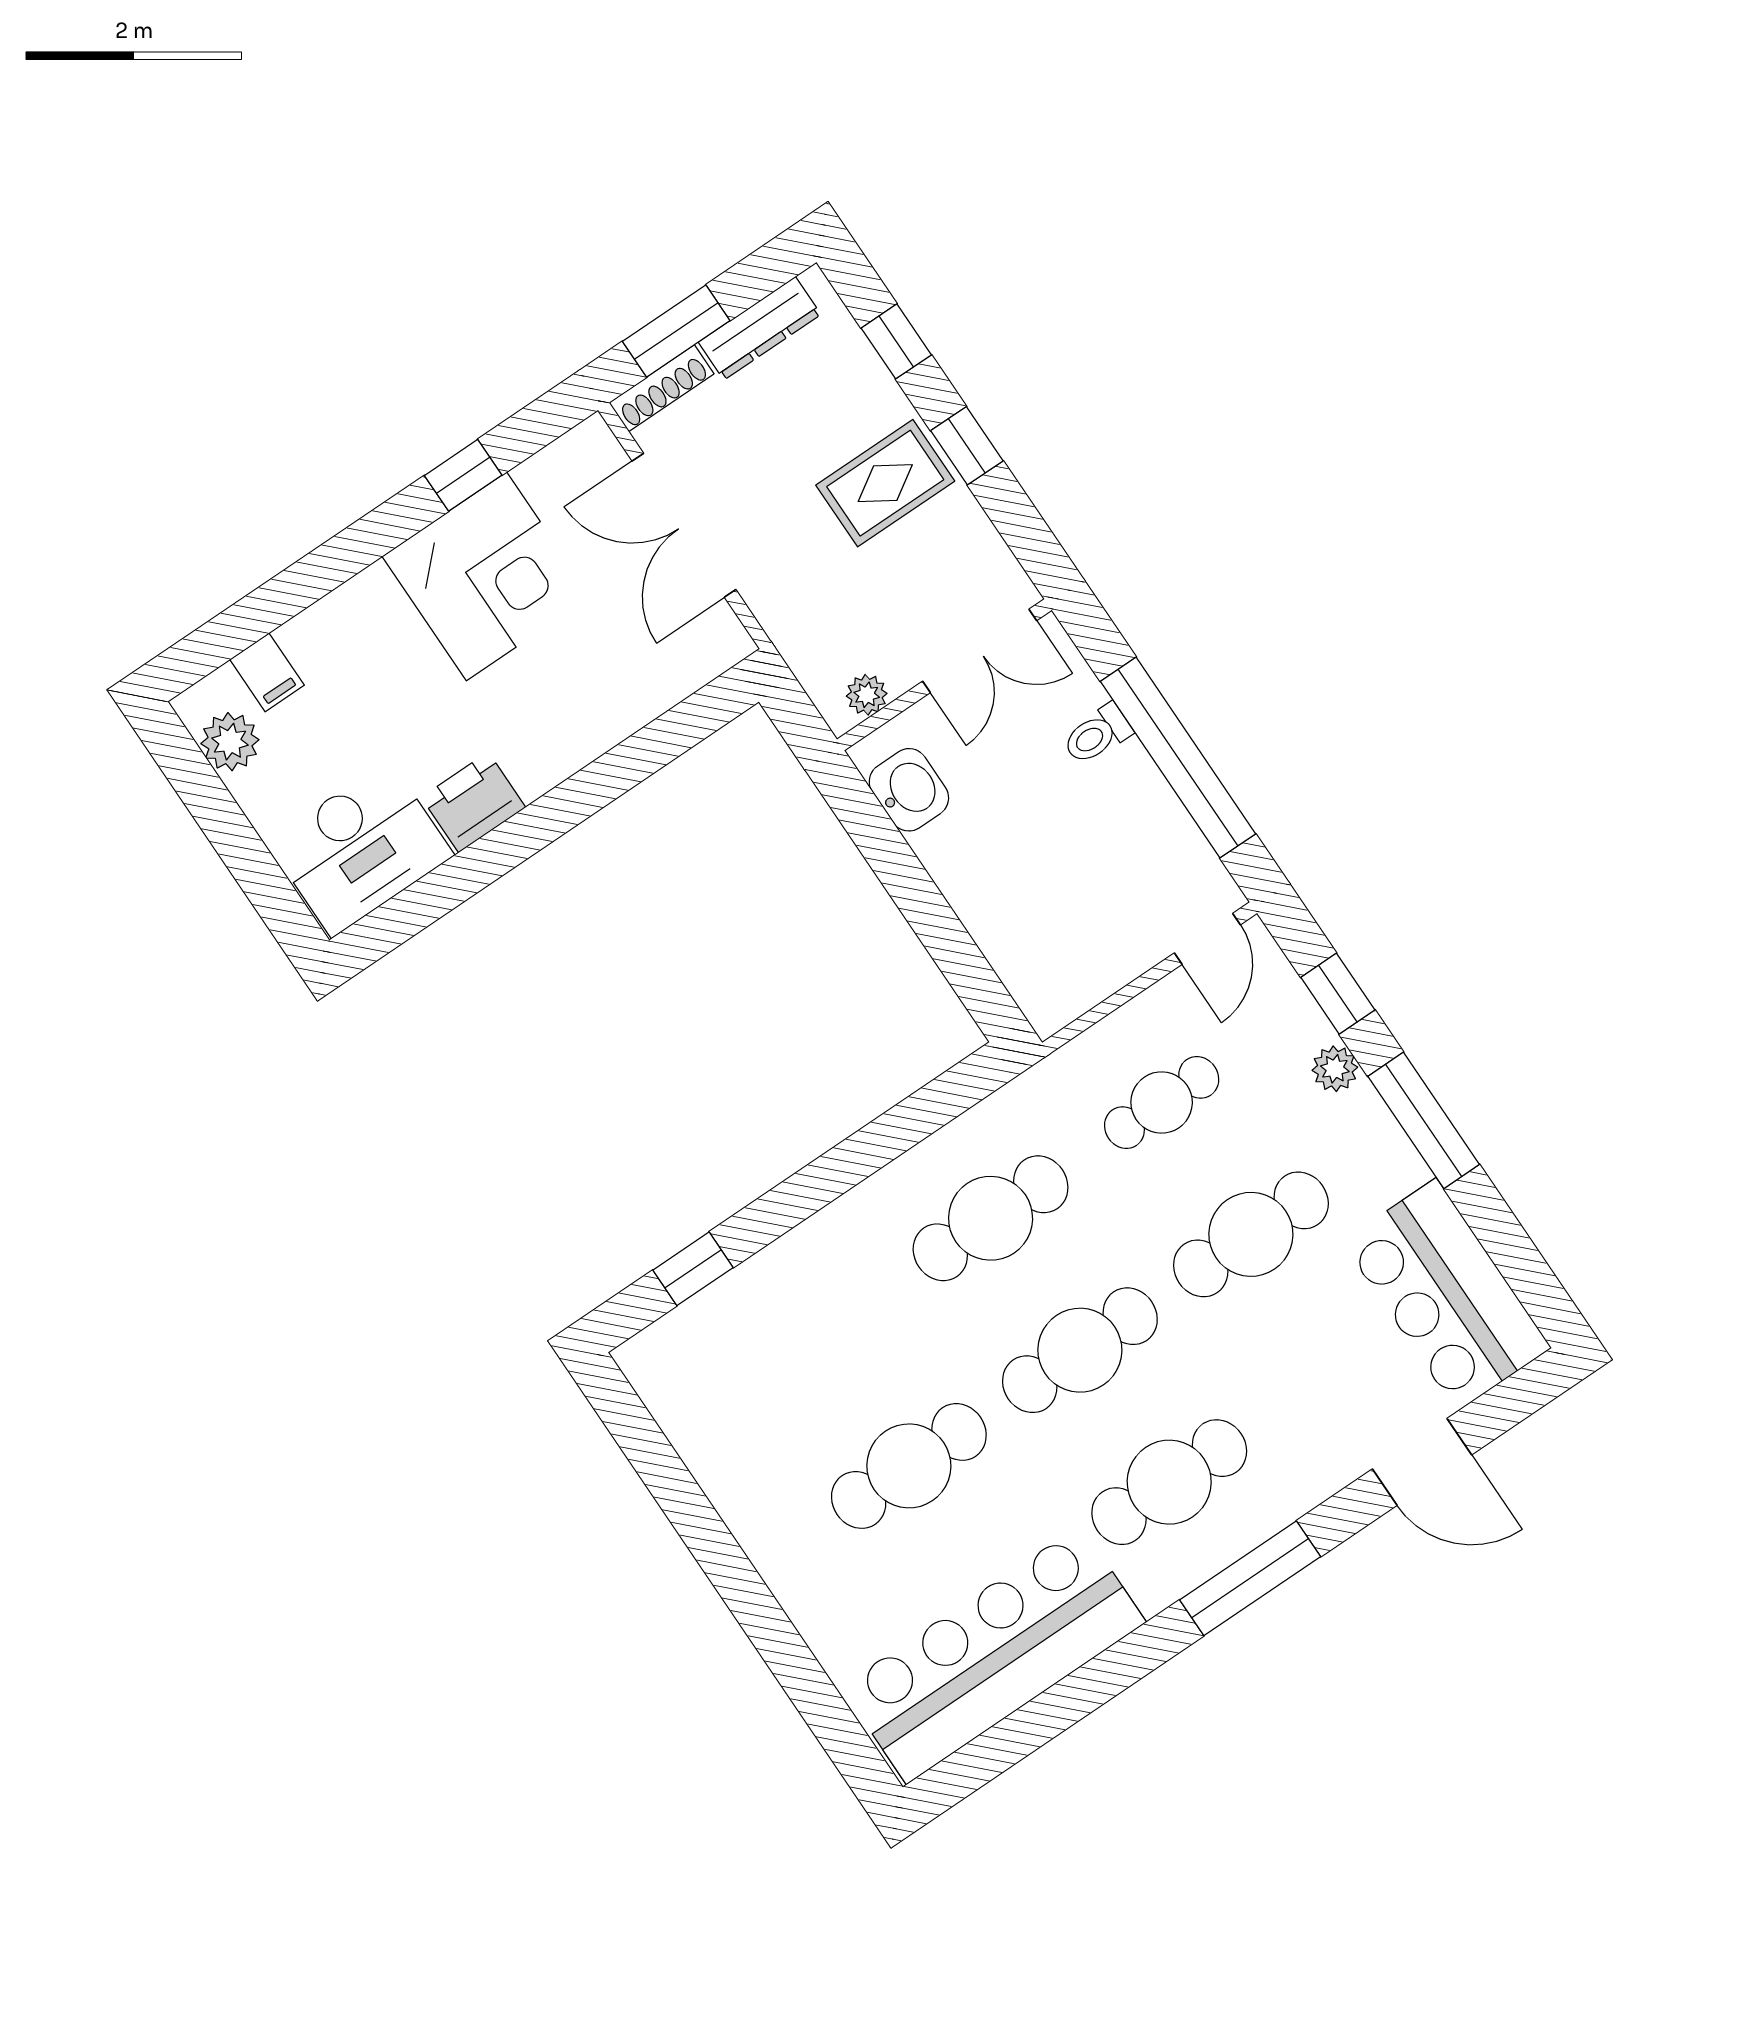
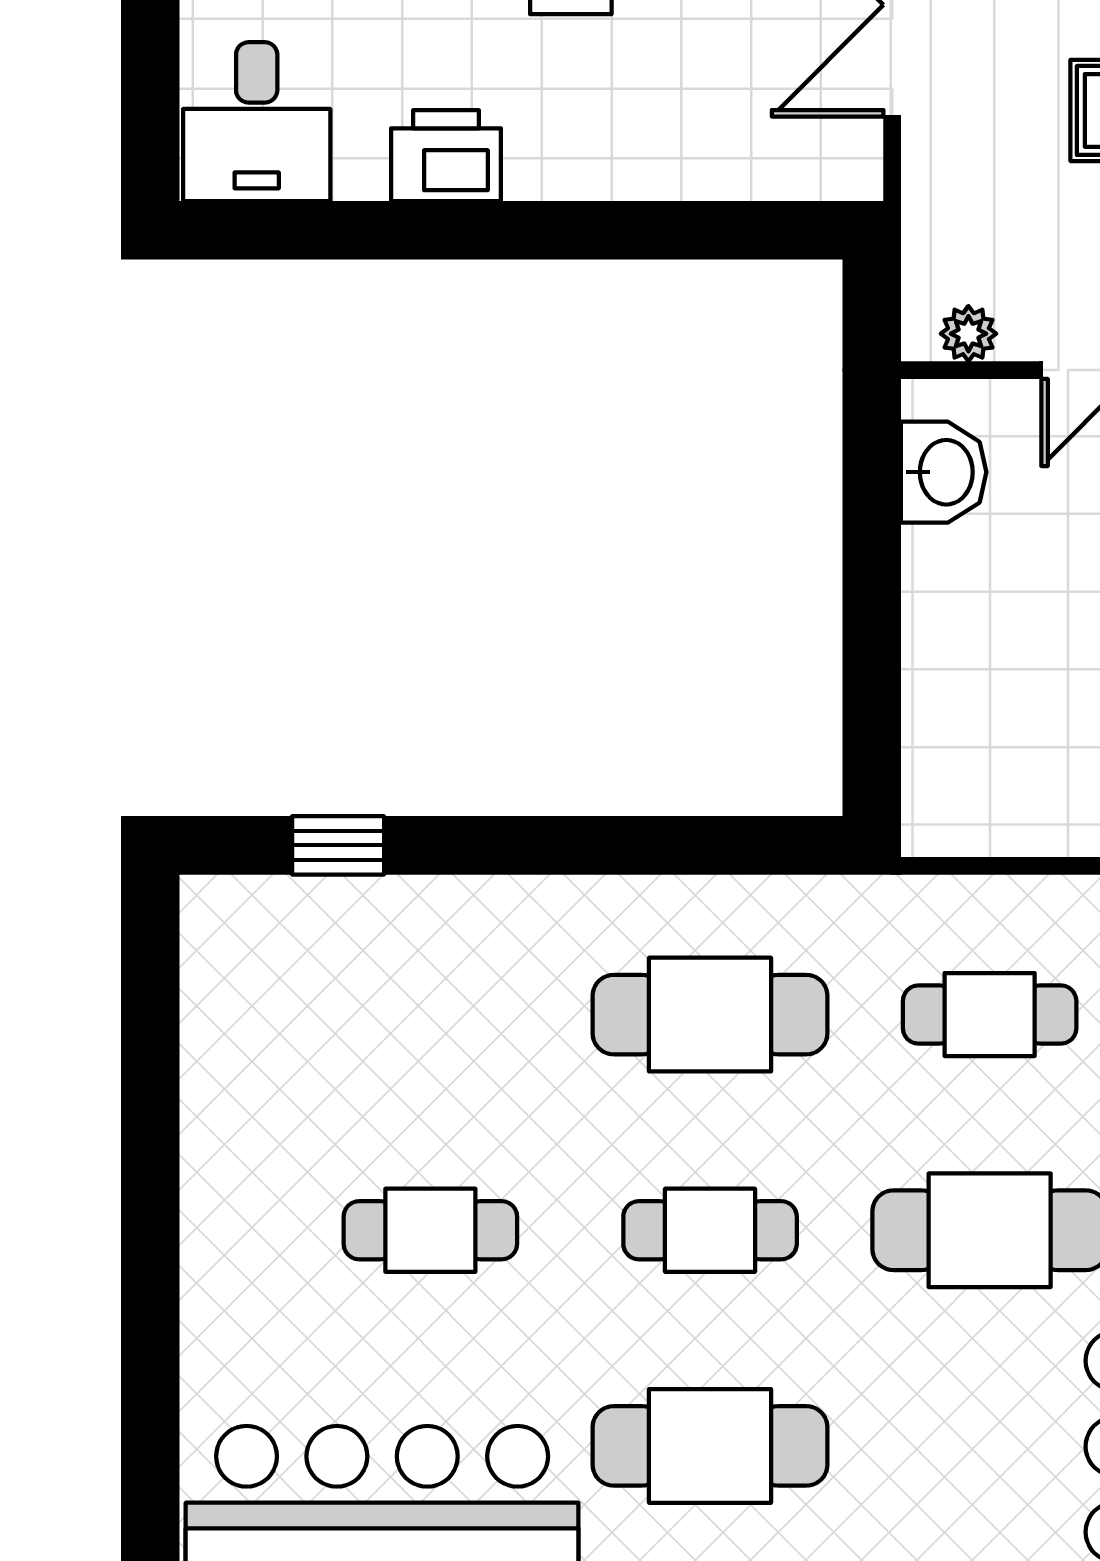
desk: (360, 849) -> (257, 122), width x0.73
cafe table: (1080, 1350) -> (710, 1230), width x0.73, depth x0.74
cafe table: (909, 1466) -> (430, 1230), width x0.73, depth x0.74

